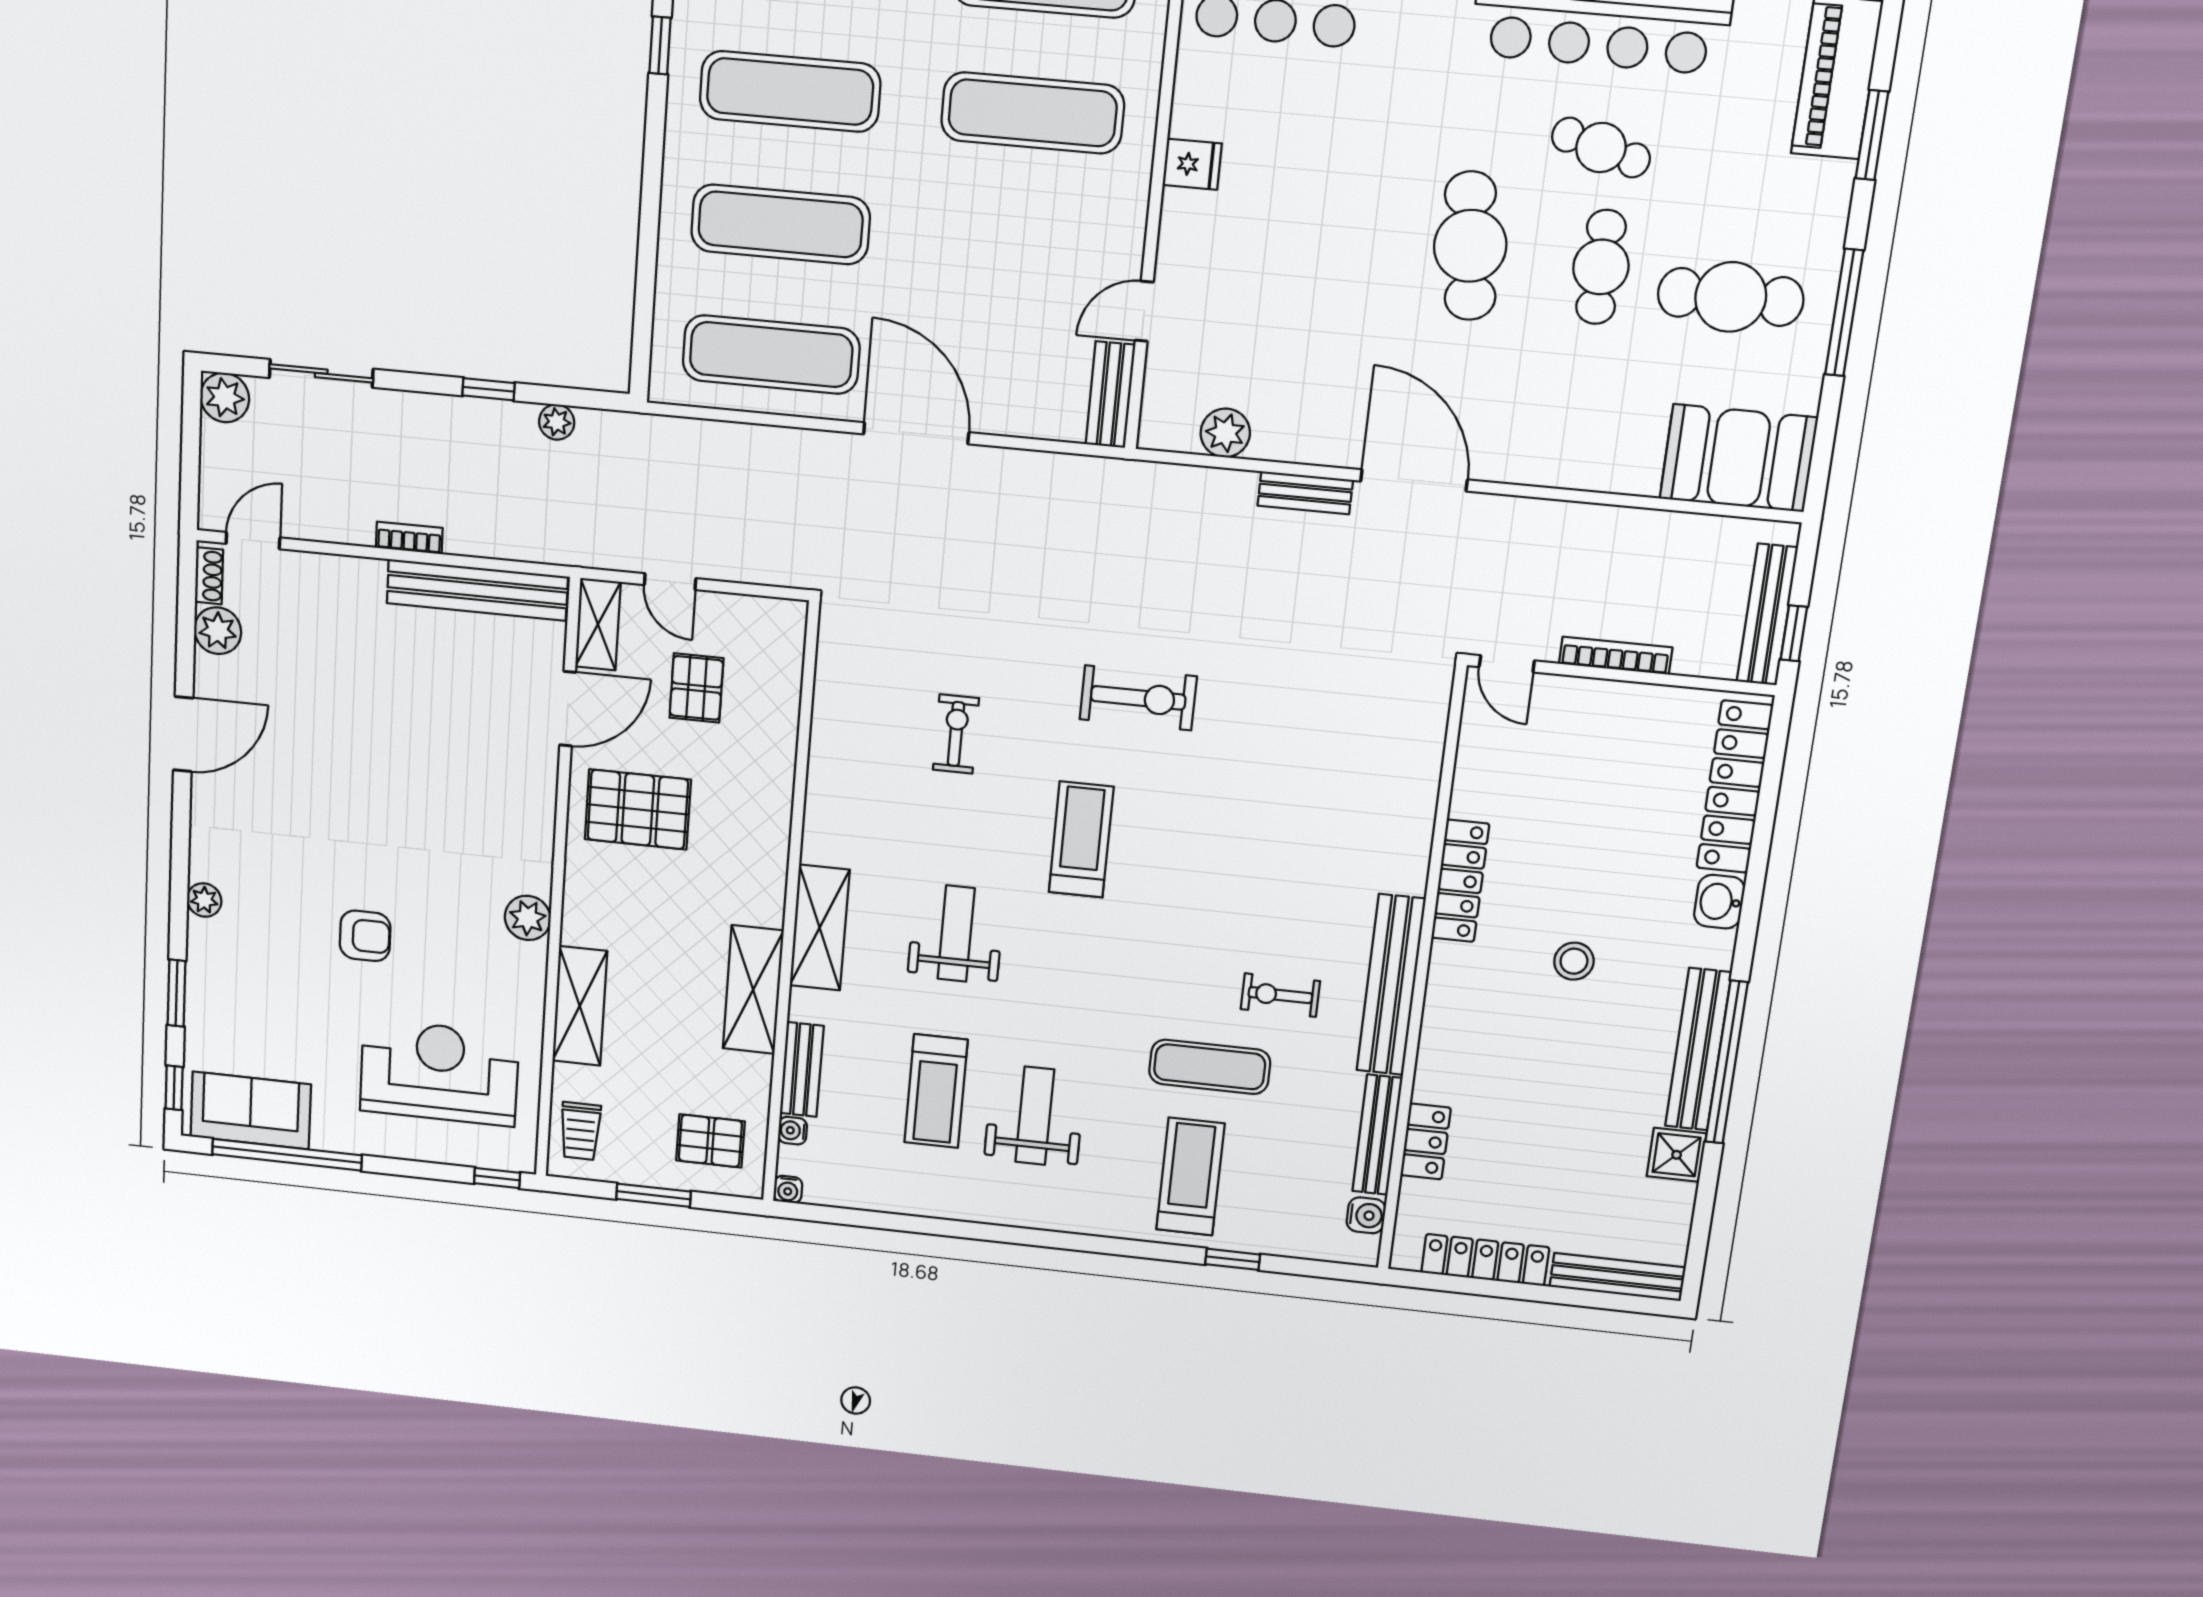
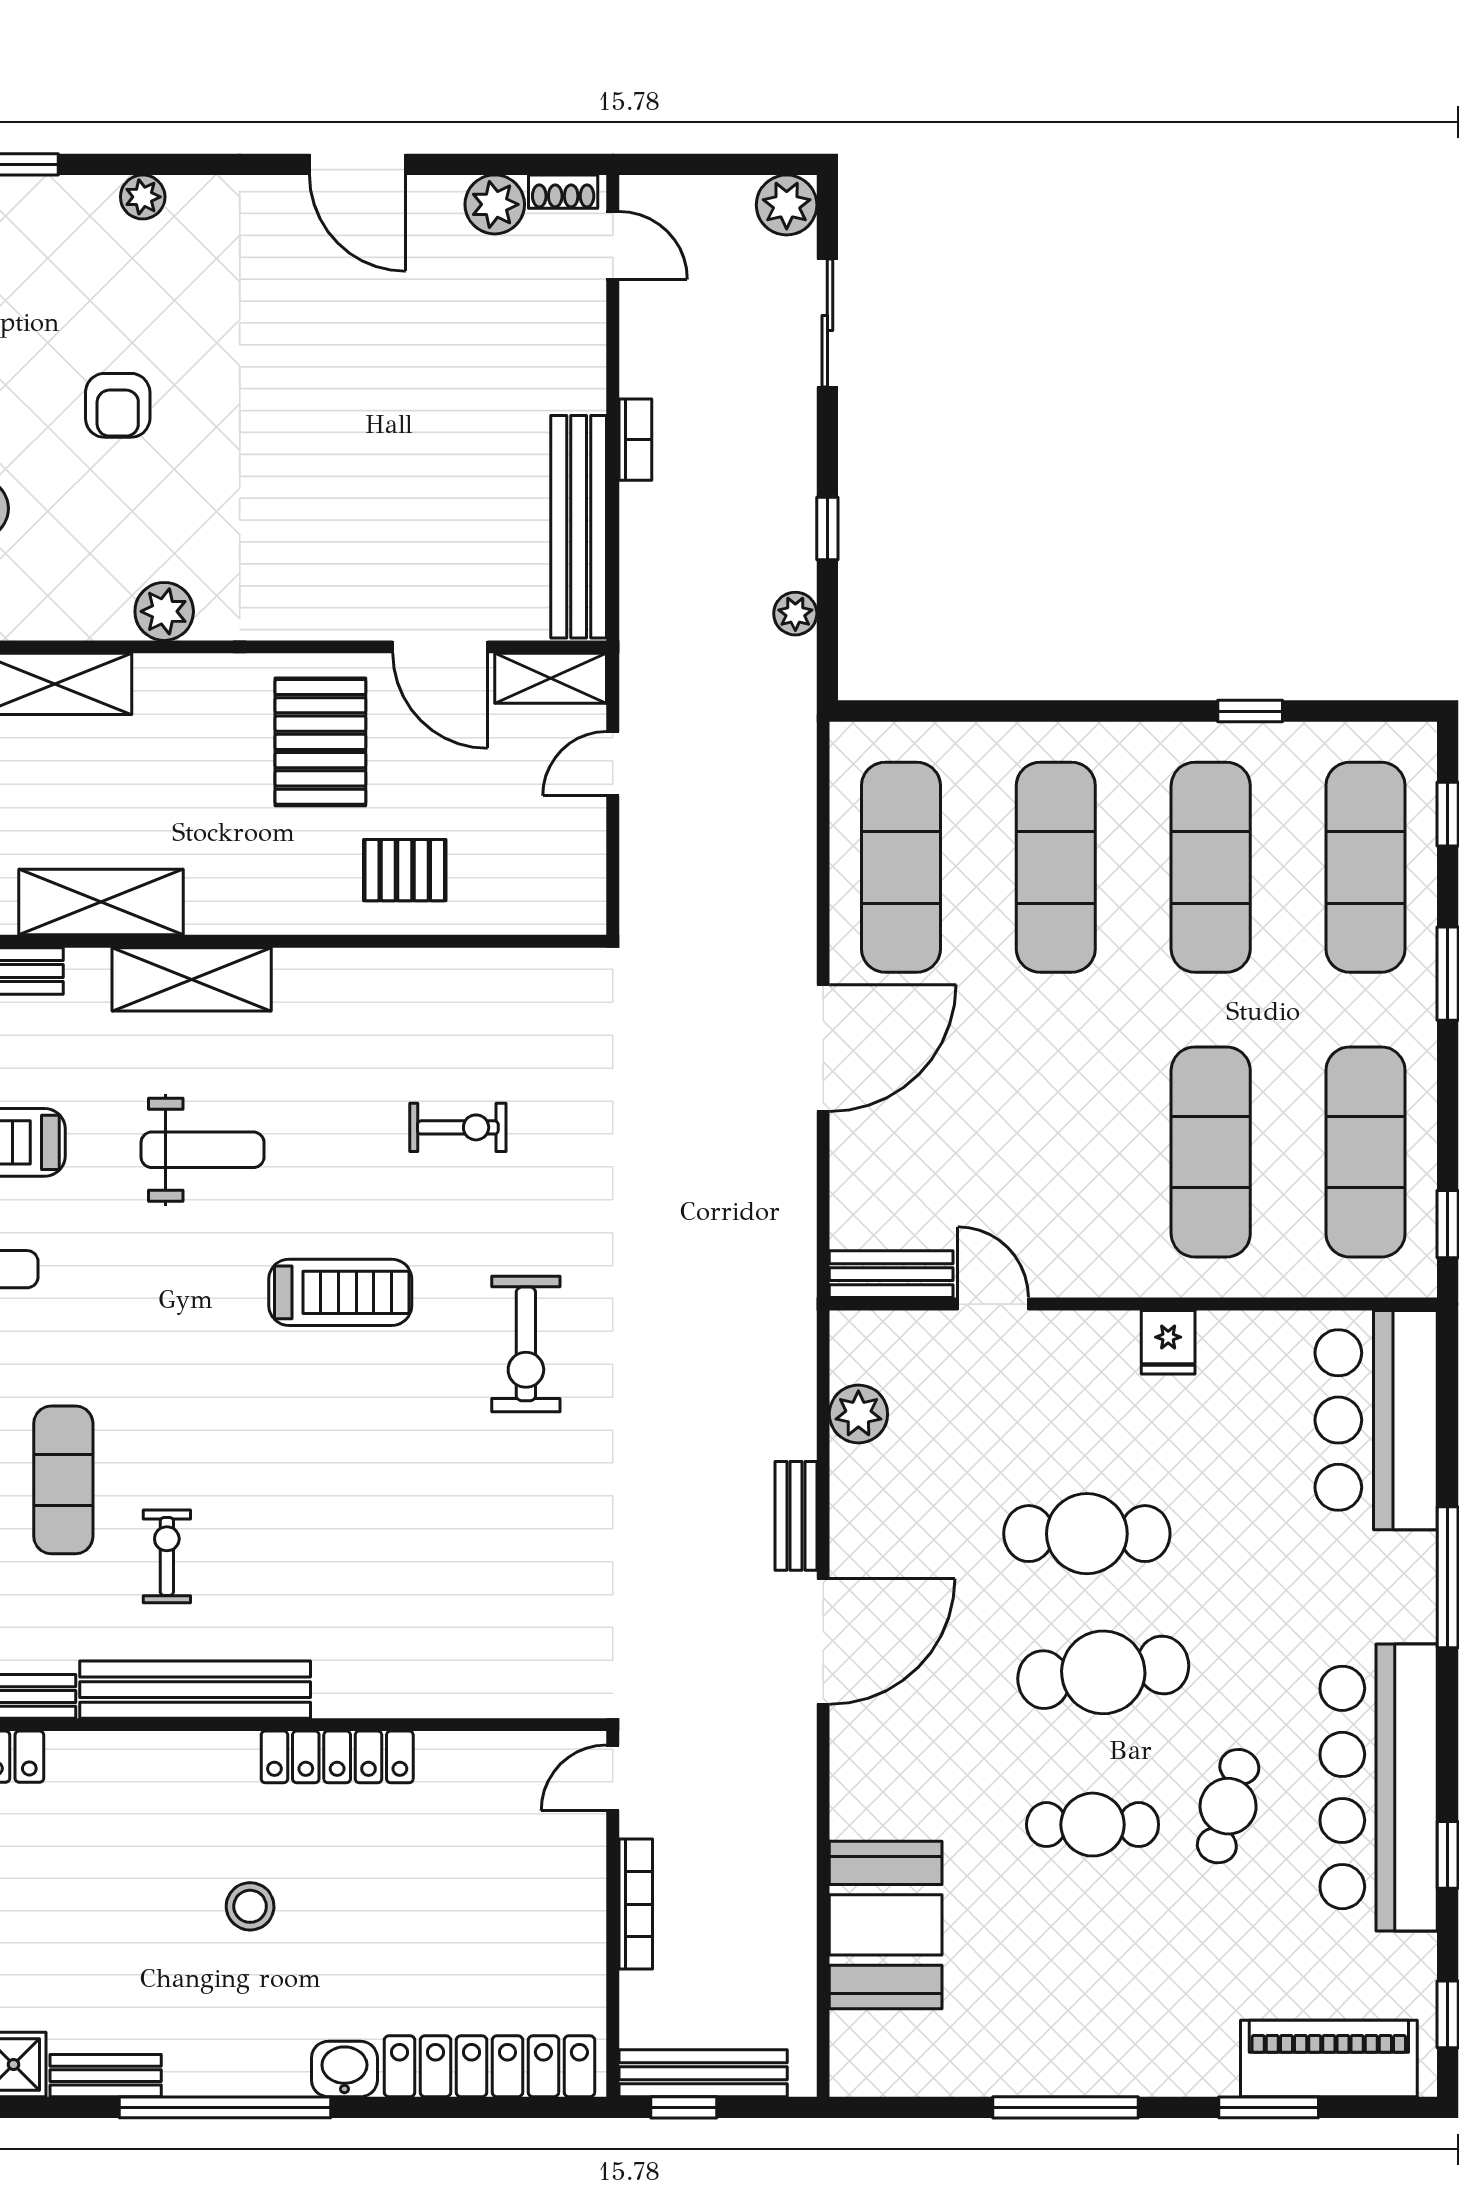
cafe table: (1731, 297) -> (1087, 1534), moved, turned 90
booth: (1739, 458) -> (886, 1925), moved
pallet: (696, 688) -> (405, 870), moved
bench: (1698, 1049) -> (106, 2076), width x0.54, depth x0.82
window: (1727, 1062) -> (225, 2107), moved

